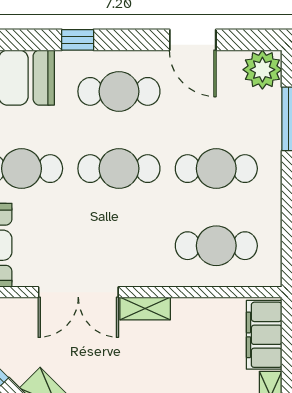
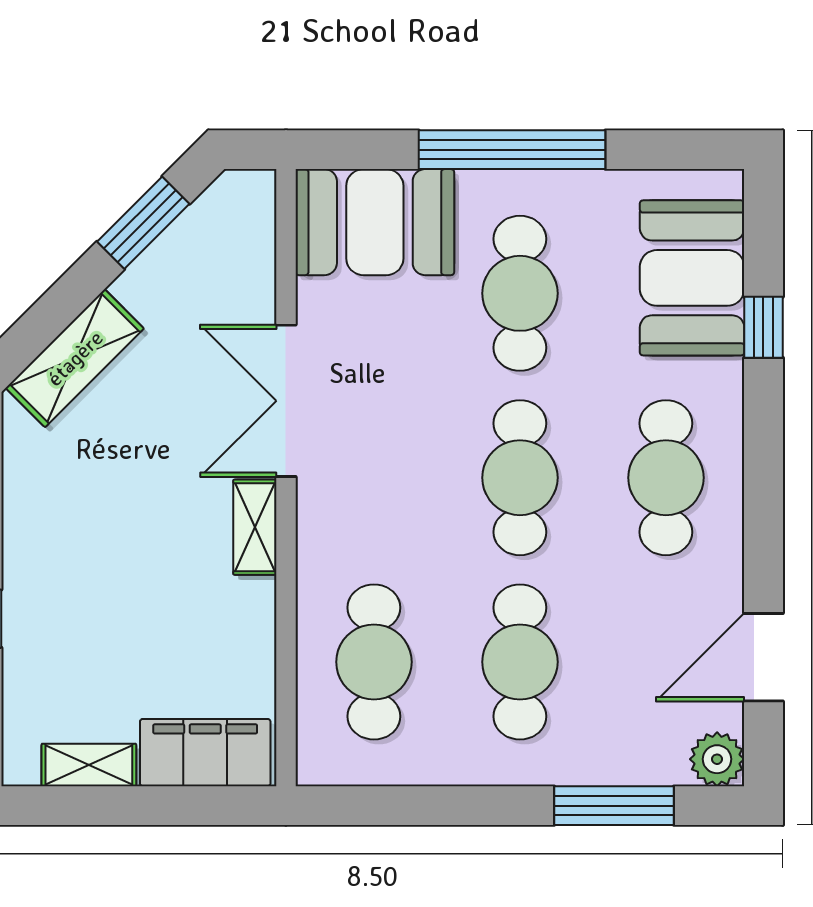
window: (78, 40) -> (763, 327), moved
door: (193, 40) -> (763, 657), moved
plant: (262, 70) -> (717, 759), width x0.73, depth x0.73

